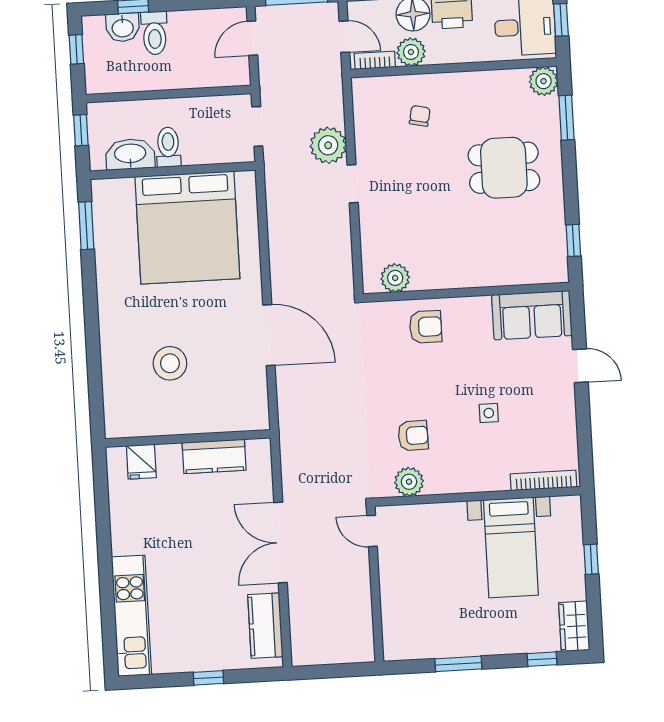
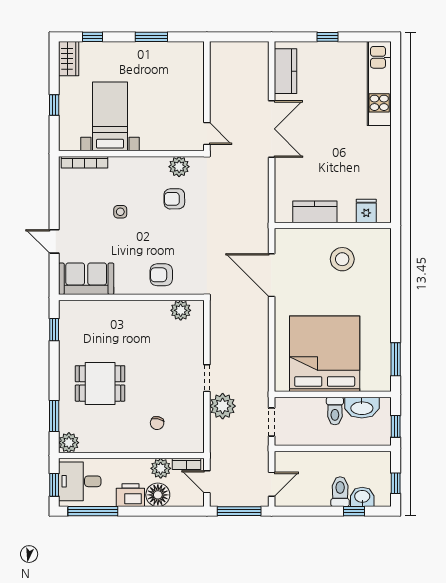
wall: (188, 438) -> (333, 225), moved
kitchen counter: (214, 456) -> (315, 212), moved
fridge: (141, 462) -> (366, 211), moved

